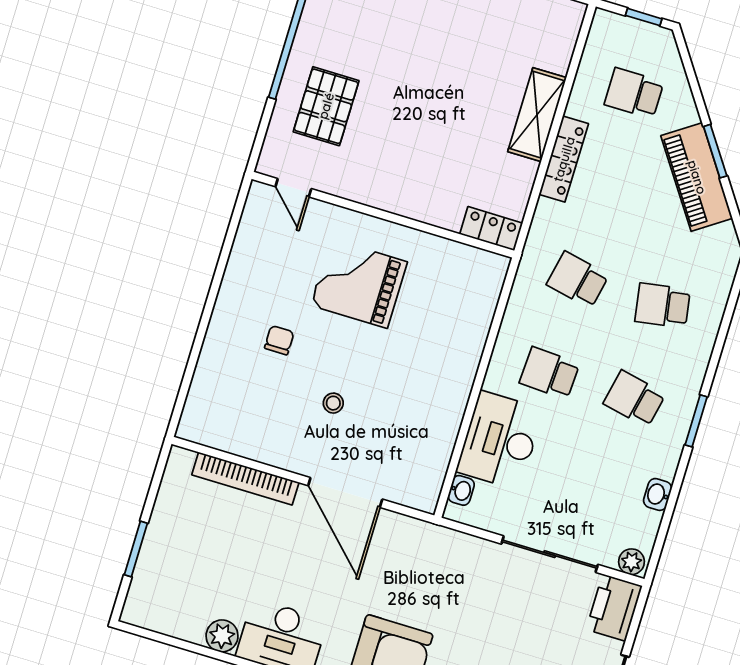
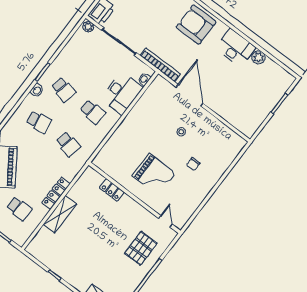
locker: (491, 229) -> (112, 190), moved
bookcase: (245, 479) -> (160, 65), moved
washbasin: (658, 494) -> (37, 90), moved

